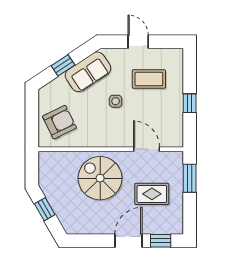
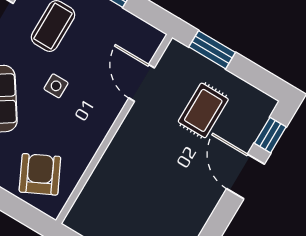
door: (146, 149) -> (142, 83), hinge flipped
spiral stairs: (100, 178) -> (143, 165), removed

